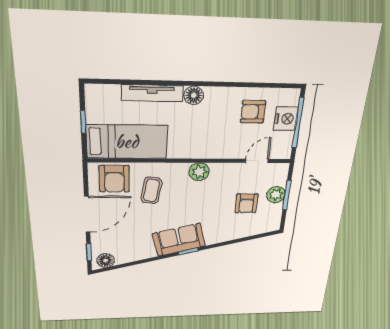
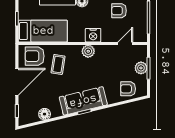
nightstand: (286, 119) -> (93, 35), moved, turned 90
armchair: (114, 179) -> (35, 56), turned 90
armchair: (246, 203) -> (128, 89), moved, turned 90
sofa: (179, 240) -> (83, 101), width x1.36
floor lamp: (106, 260) -> (45, 114), moved

